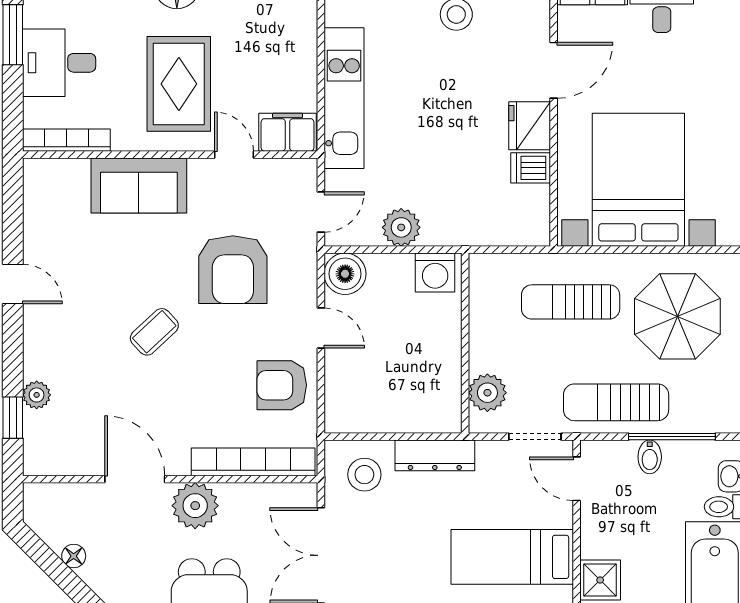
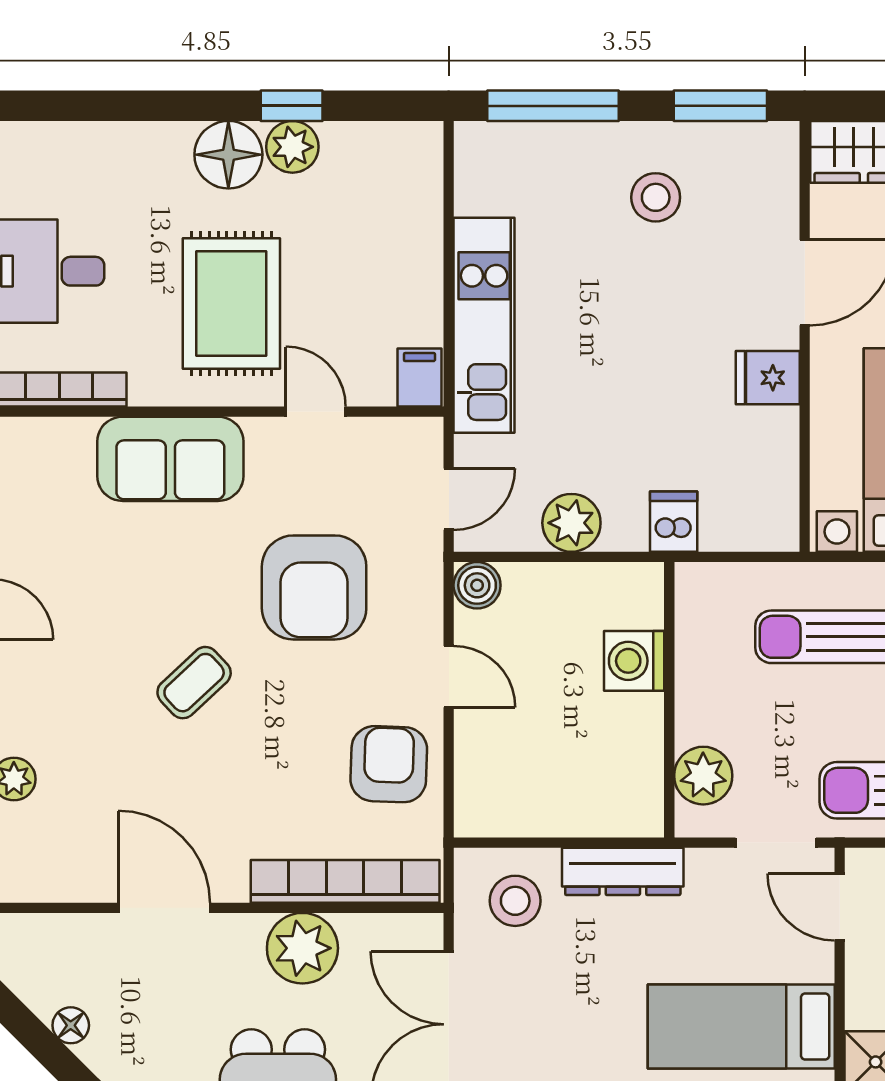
fridge: (530, 126) -> (768, 378), width x0.72
filing cabinet: (288, 132) -> (419, 377), width x0.50
dishwasher: (531, 168) -> (674, 522), moved, turned 90
washing machine: (435, 273) -> (634, 661), moved, turned 90
boiler: (345, 274) -> (477, 585), width x0.73, depth x0.73
armchair: (282, 385) -> (389, 764), turned 92
plant: (195, 506) -> (302, 948), moved

